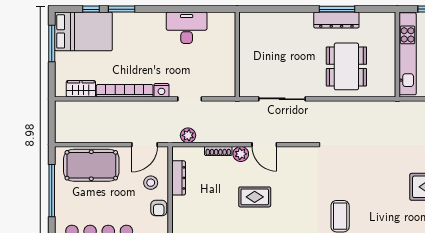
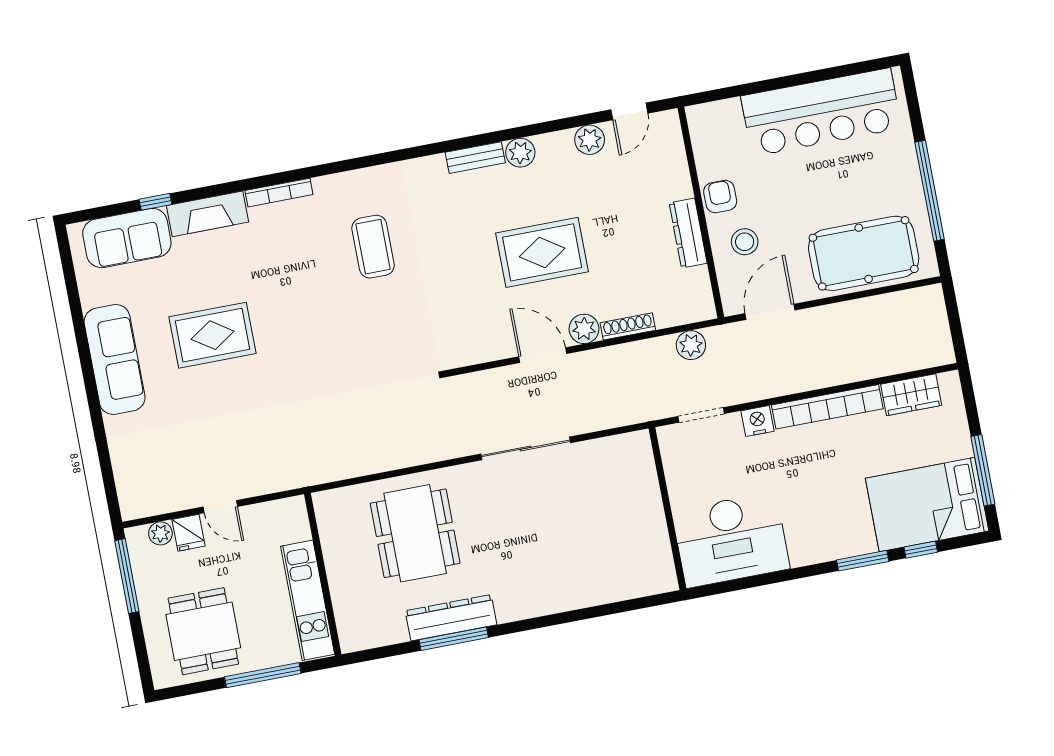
desk: (187, 28) -> (731, 540), width x1.36, depth x1.30
kitchen unit: (408, 54) -> (308, 600), width x0.73
wall: (237, 55) -> (667, 509), moved
dresser: (179, 178) -> (688, 233), moved
rug: (255, 197) -> (542, 252), width x1.36, depth x1.43

